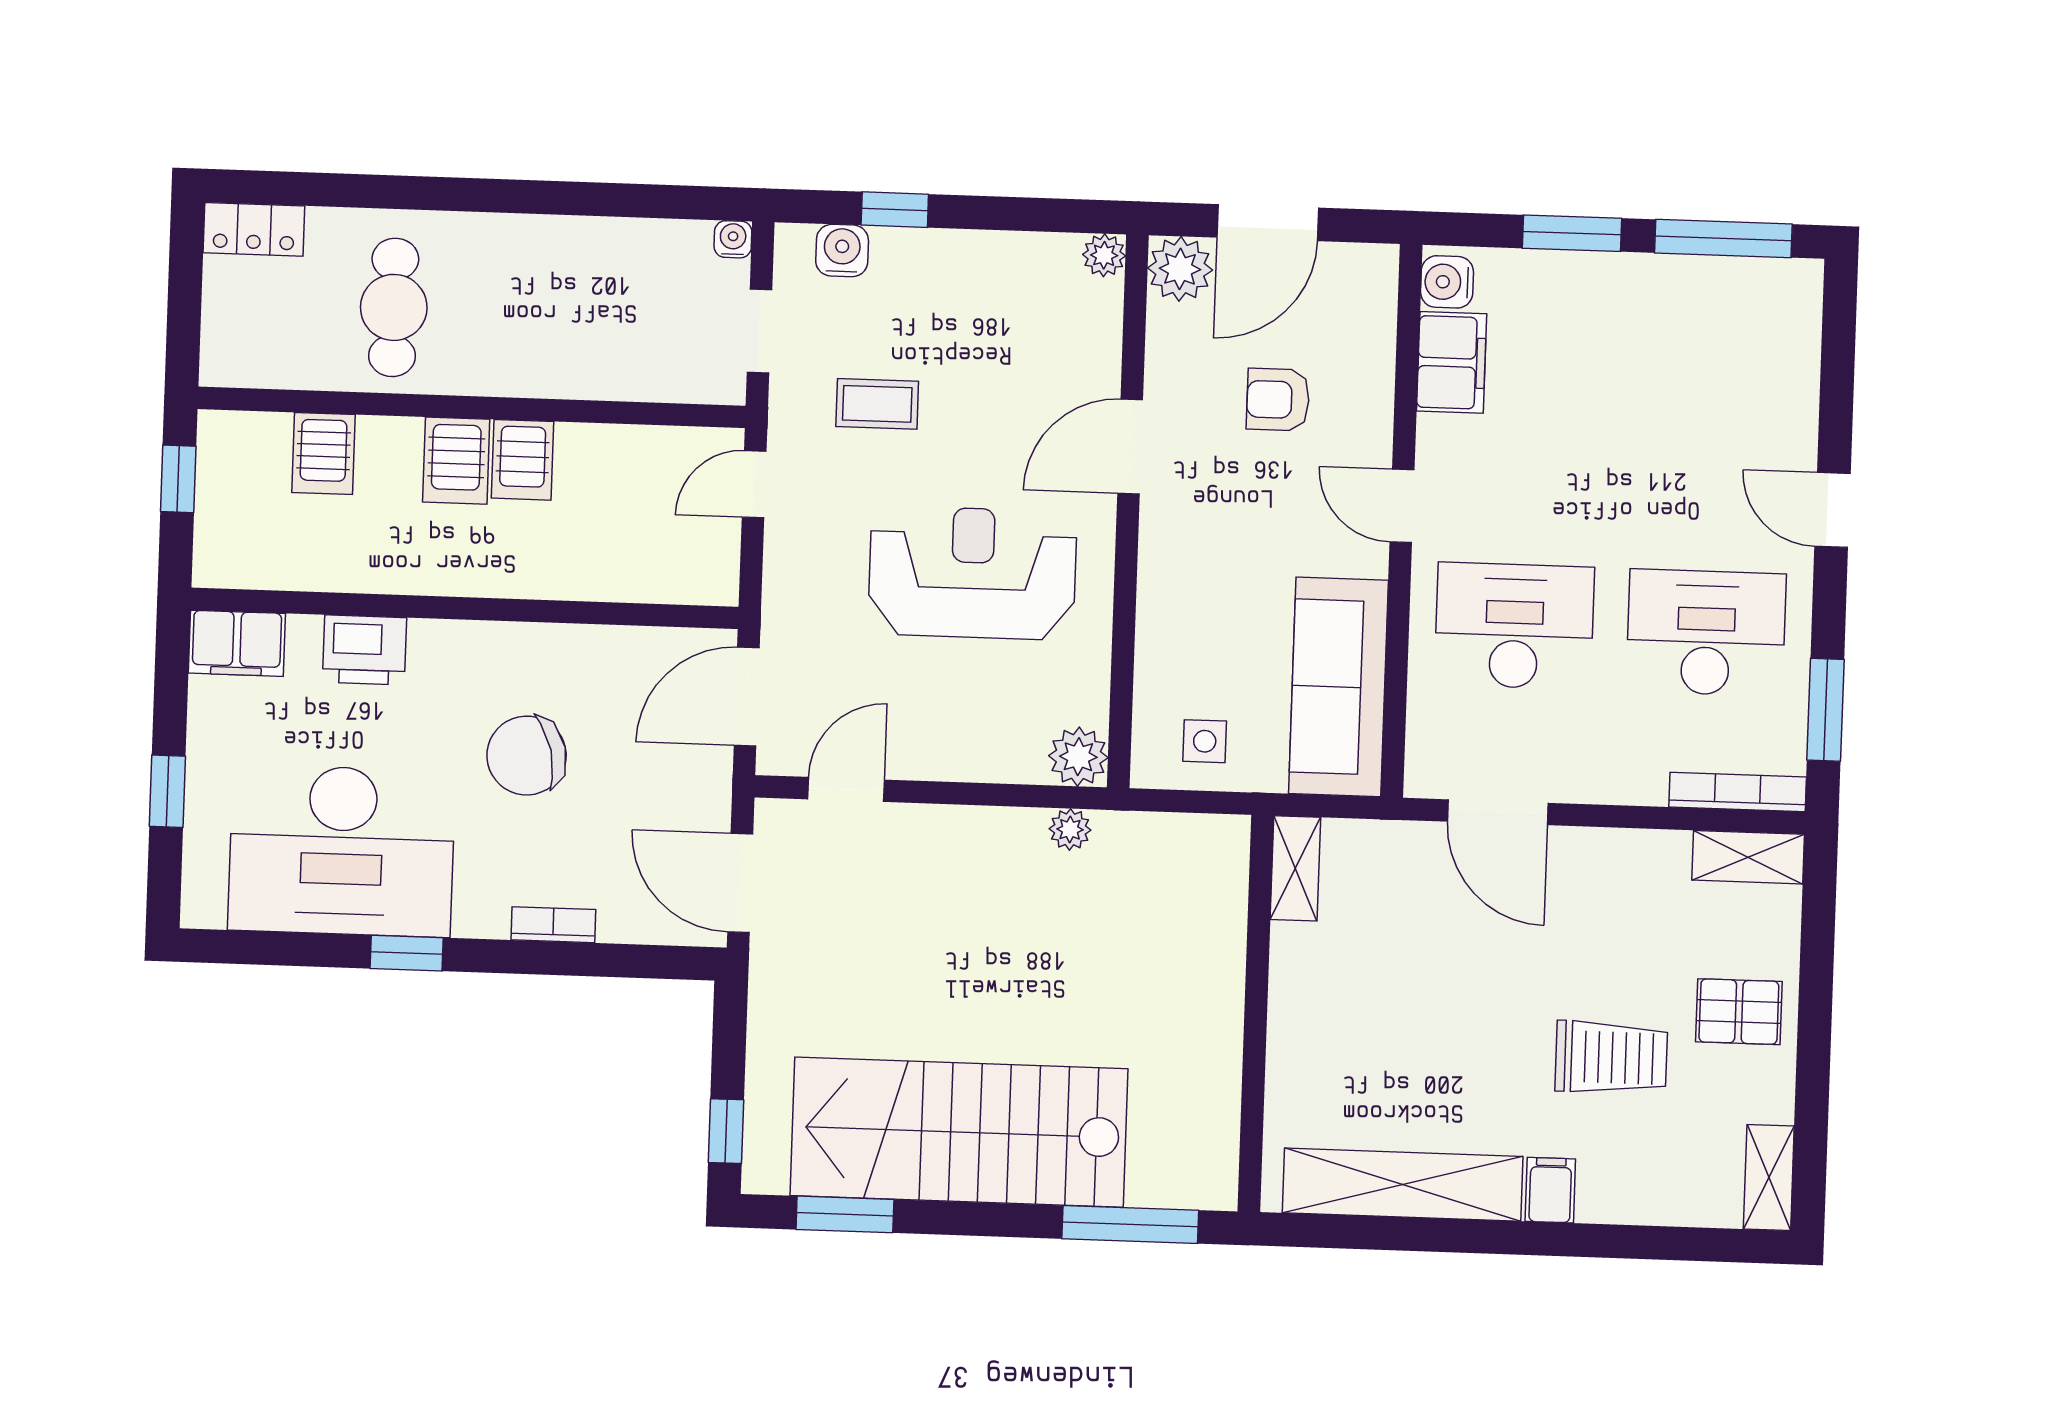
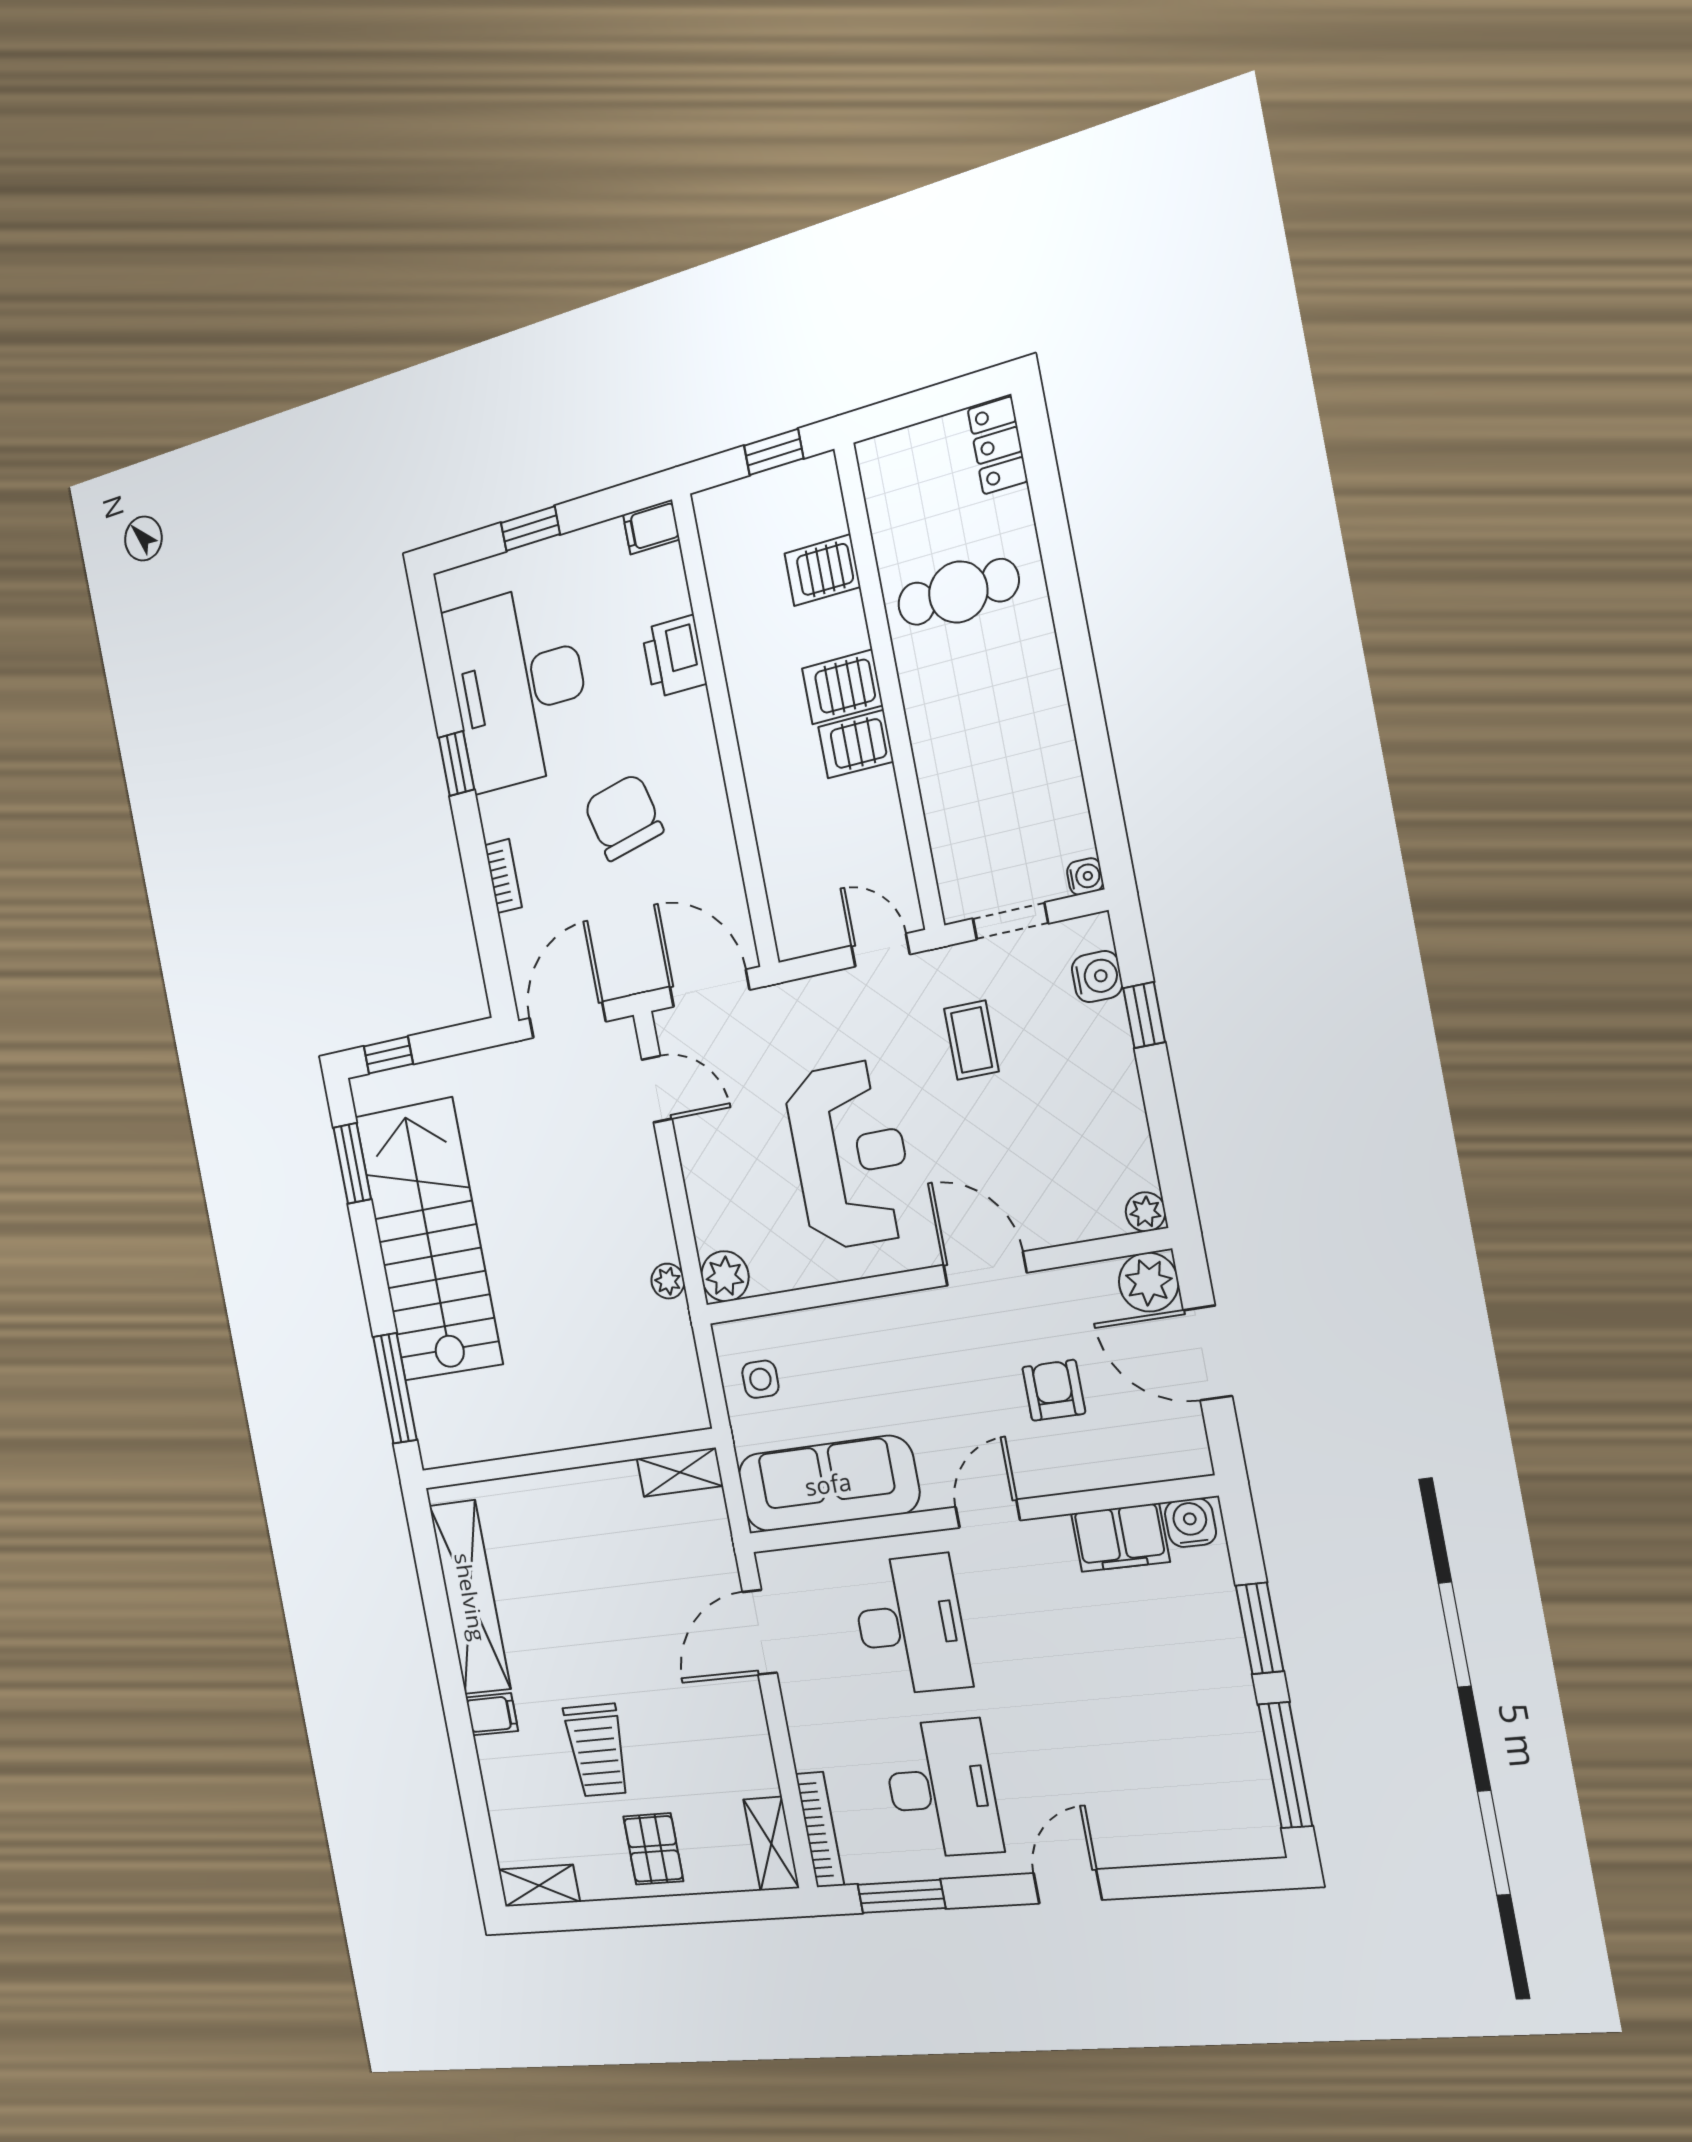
filing cabinet: (237, 643) -> (651, 527), width x0.50

